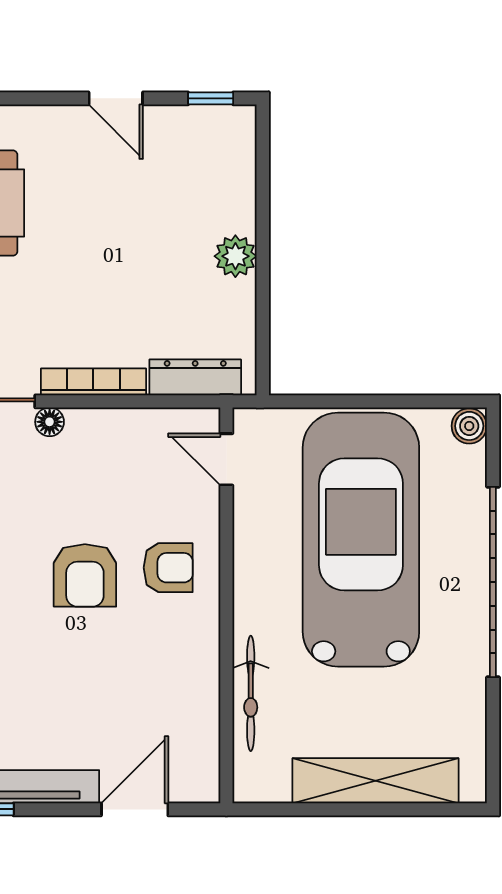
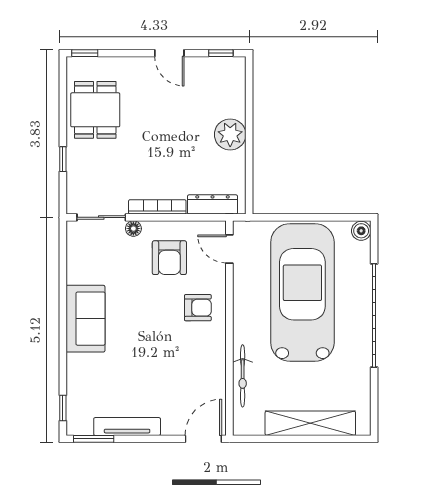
plant: (235, 256) -> (230, 134), width x1.36, depth x1.36
armchair: (85, 575) -> (169, 258), moved
door: (135, 809) -> (203, 439), moved

